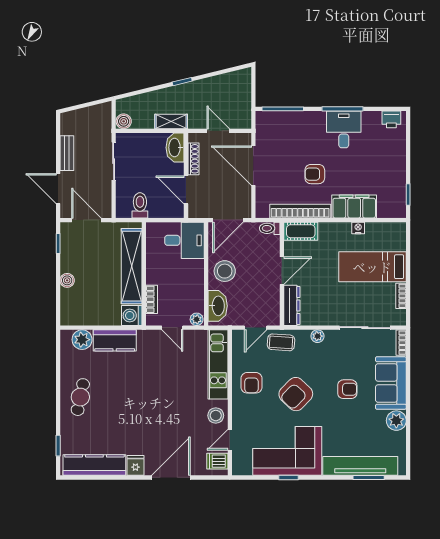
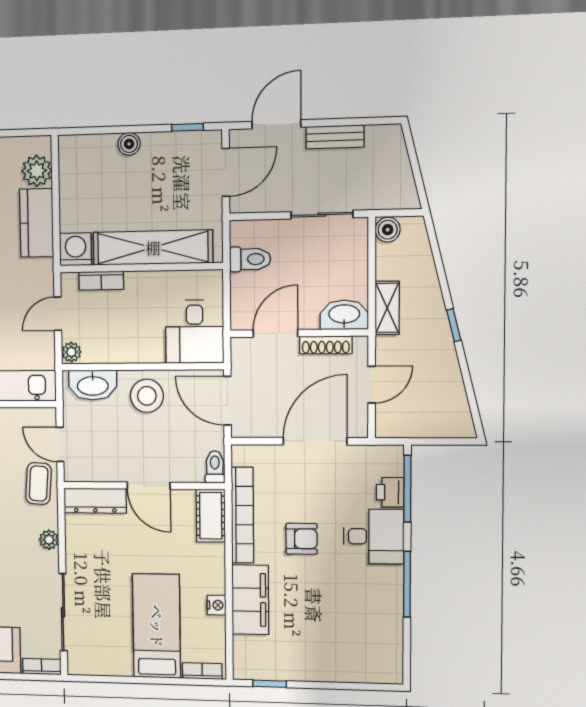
printer: (391, 119) -> (390, 492), moved
desk: (344, 129) -> (374, 536), moved
armchair: (315, 174) -> (302, 539), turned 90
bookcase: (401, 296) -> (202, 671), moved

